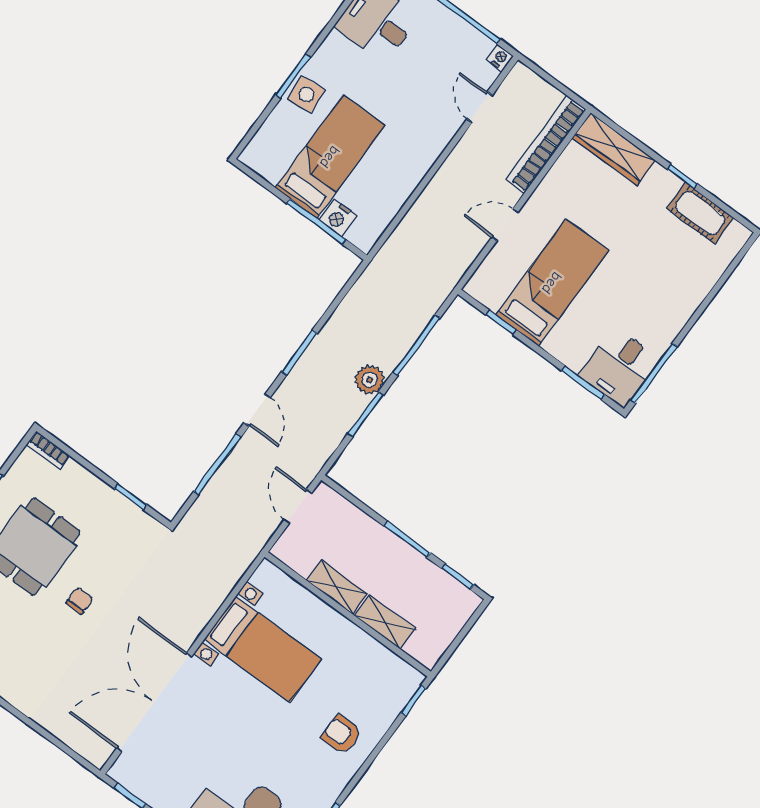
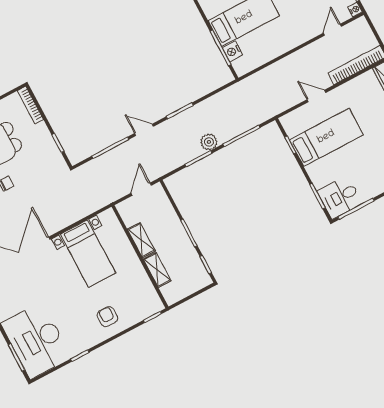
door: (257, 410) -> (144, 130), swing flipped
bookcase: (48, 450) -> (30, 105), width x1.56

